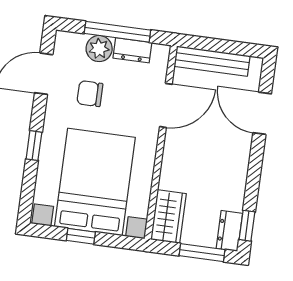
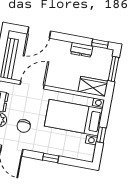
door: (166, 105) -> (32, 85), hinge flipped
bed with nightstands: (95, 182) -> (74, 118), width x0.73
dresser: (229, 231) -> (82, 50), moved

